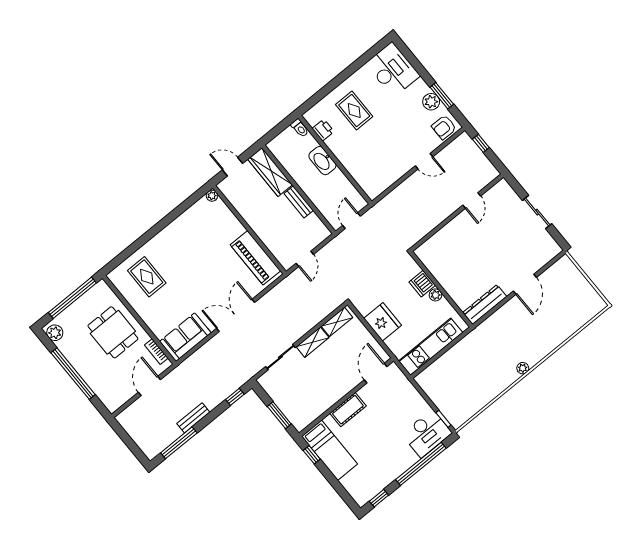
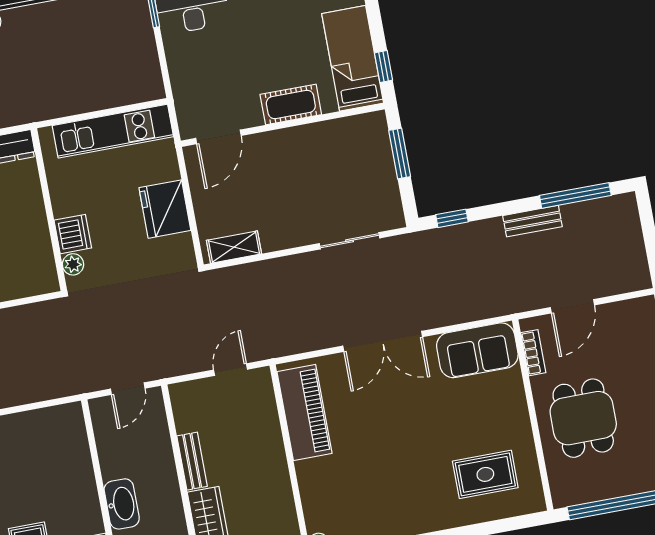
rug: (147, 277) -> (485, 474), turned 90
plant: (435, 295) -> (73, 264), moved
shelving: (313, 342) -> (288, 237), removed

